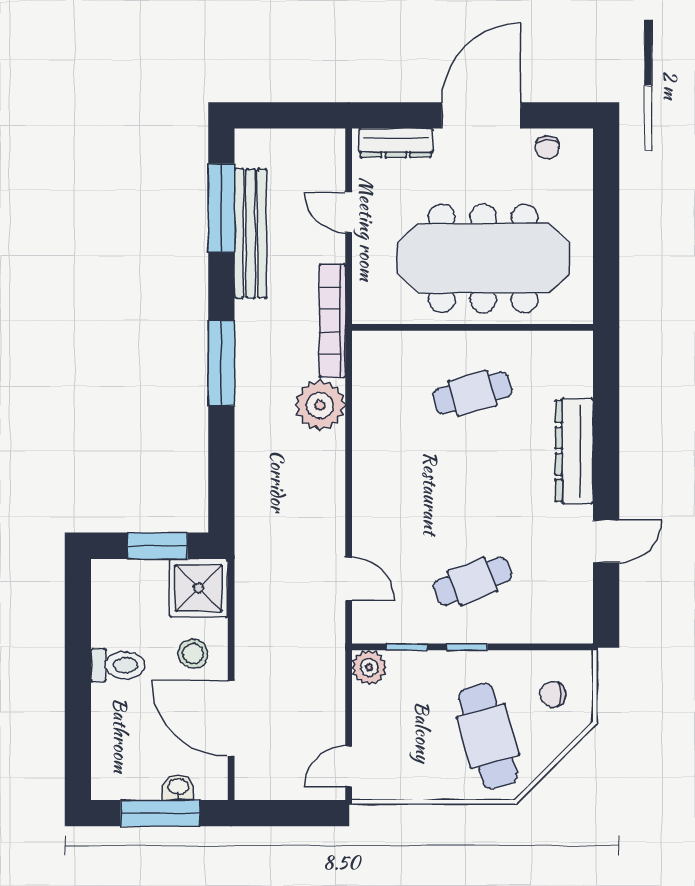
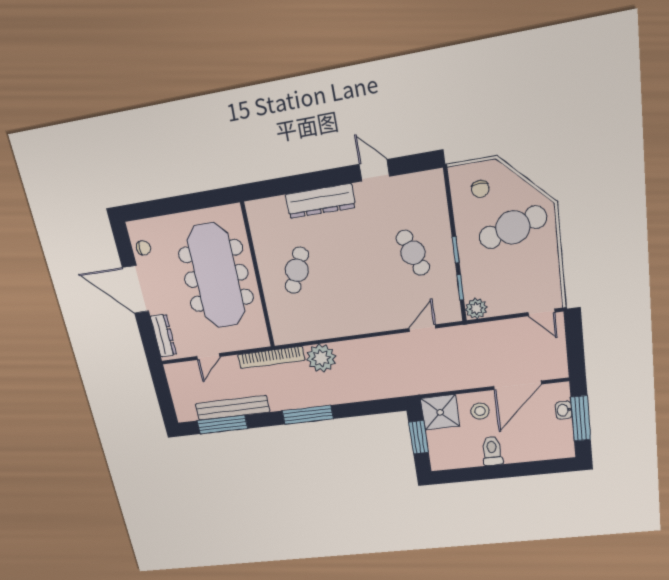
cafe table: (472, 393) -> (297, 270), turned 39

